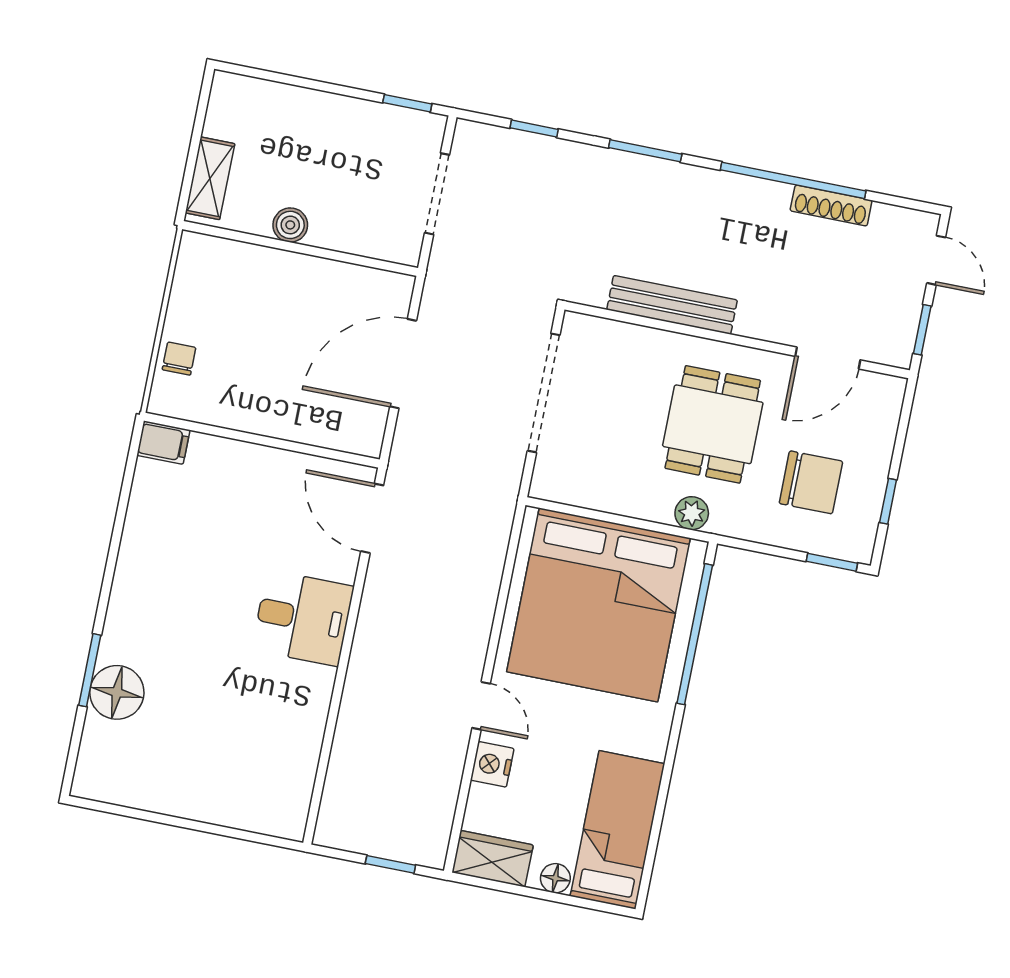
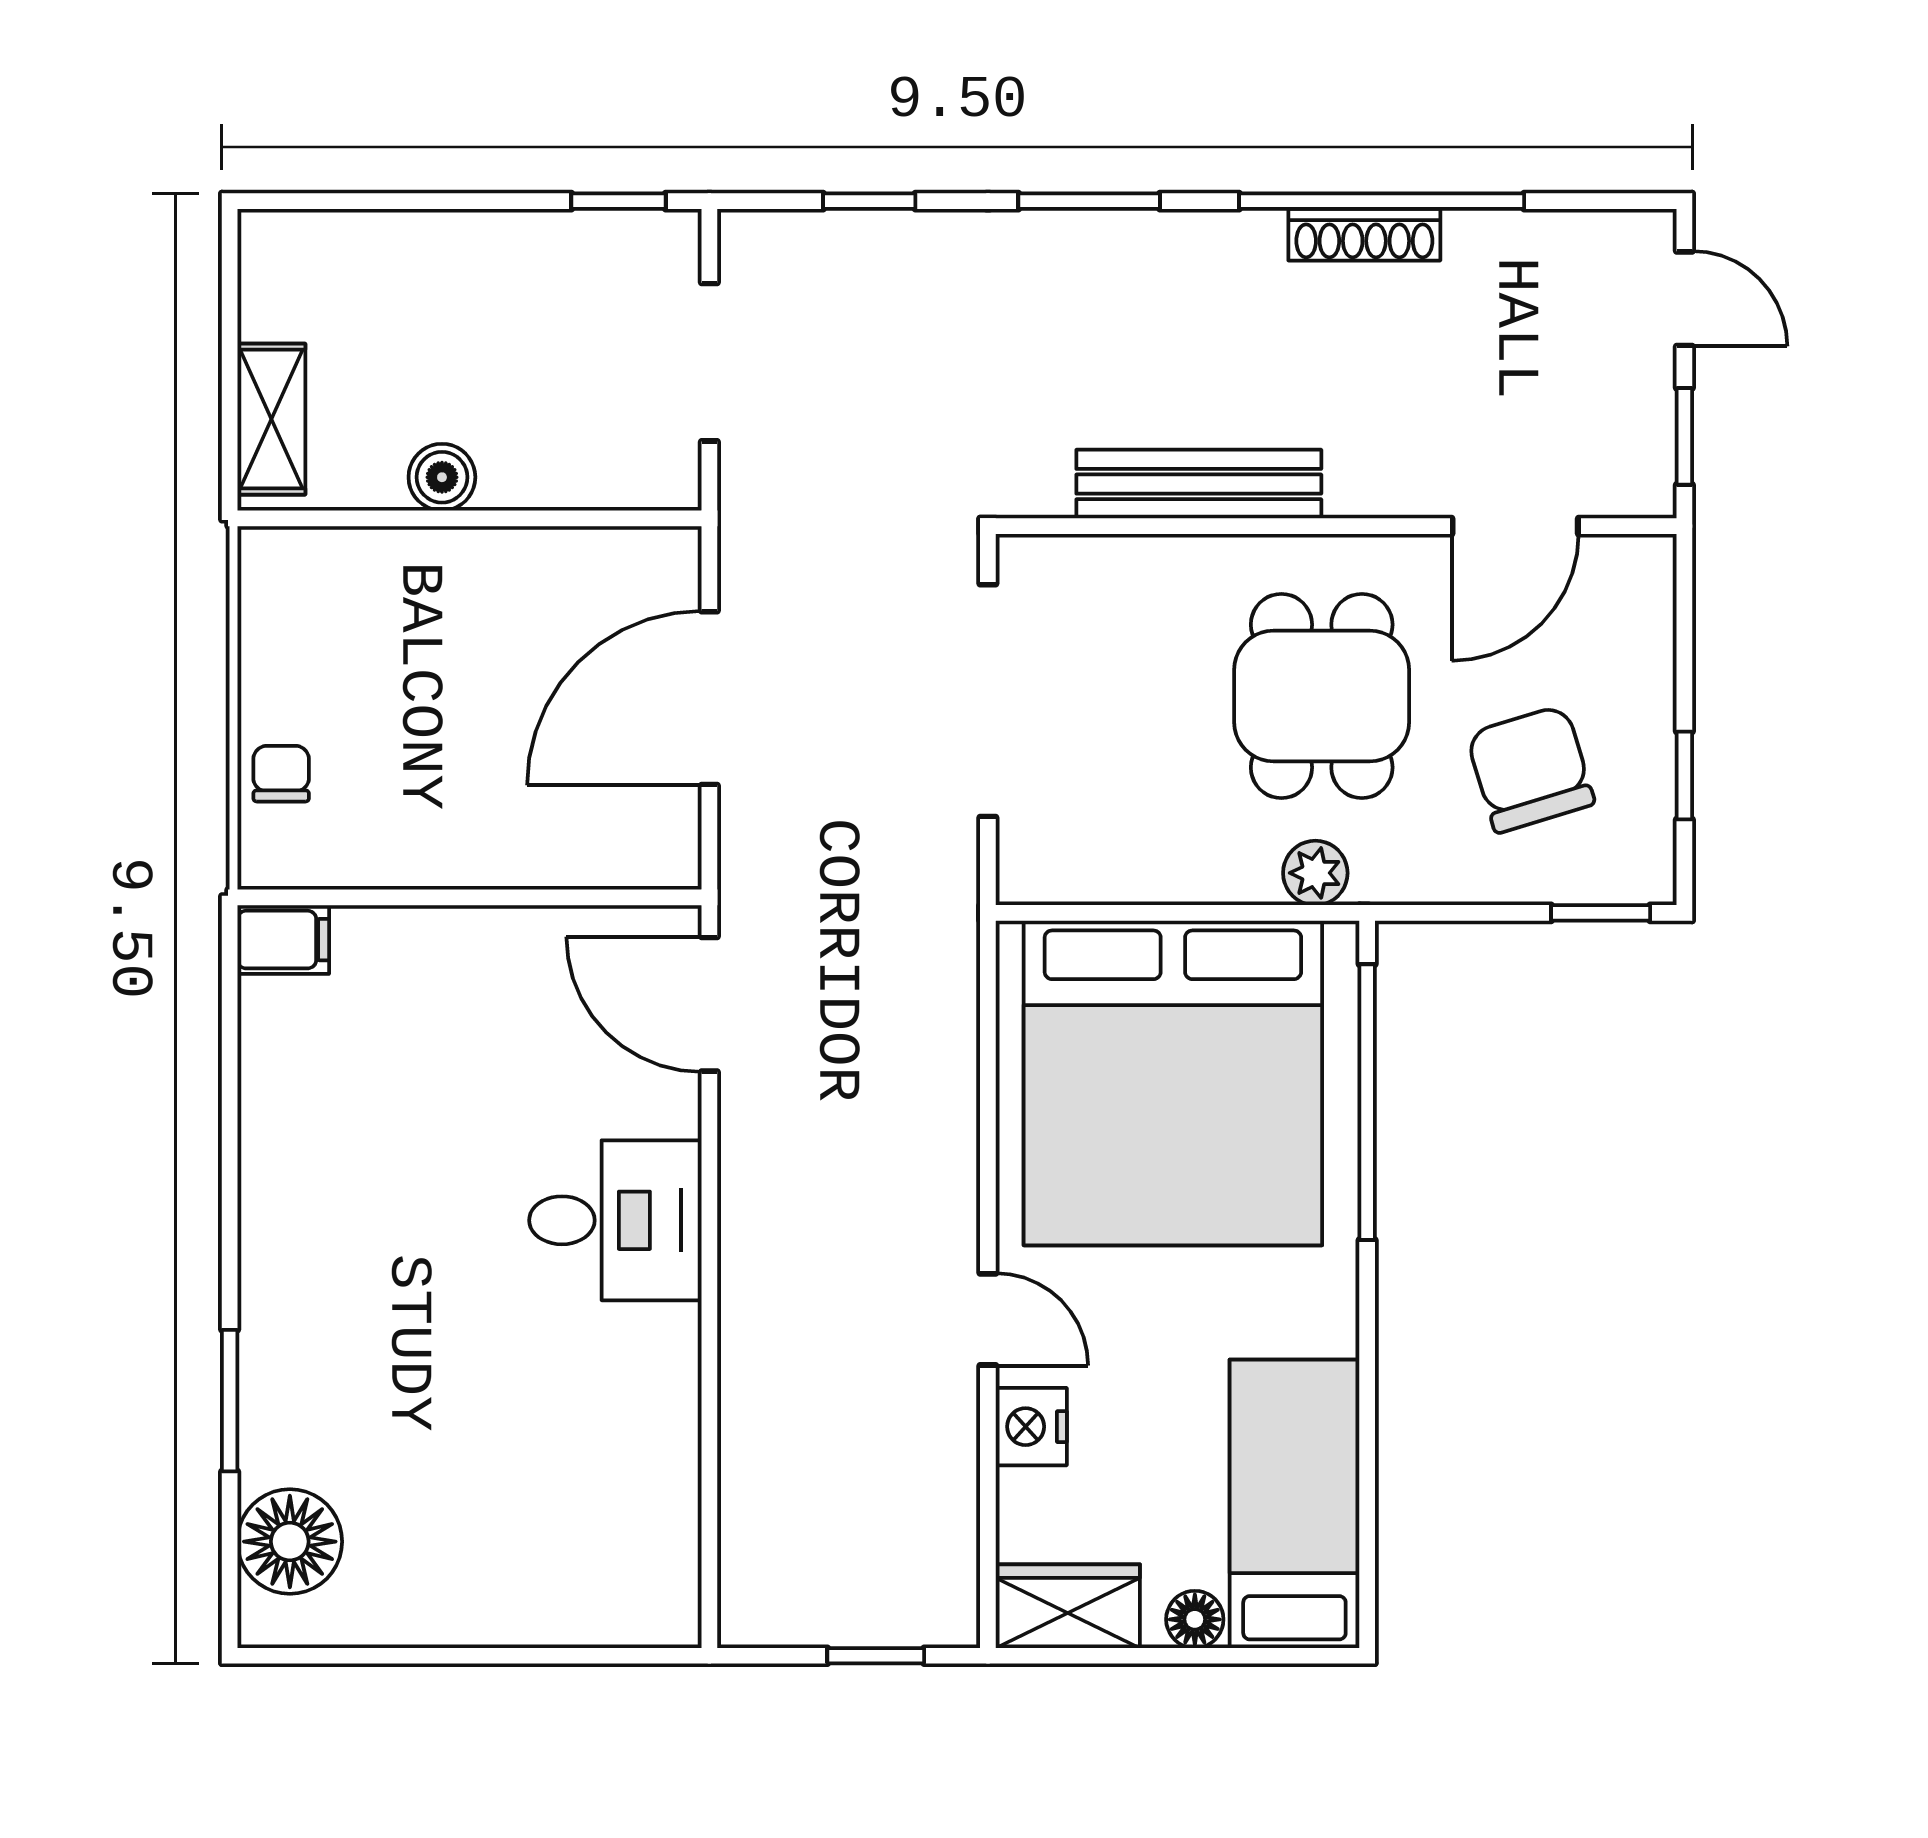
shoe rack: (831, 206) -> (1364, 235), moved
chair: (811, 482) -> (1530, 769), turned -107
floor lamp: (117, 692) -> (290, 1542), moved

